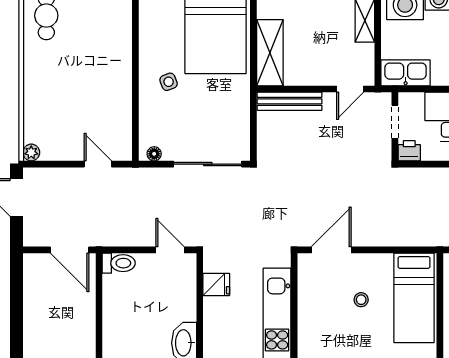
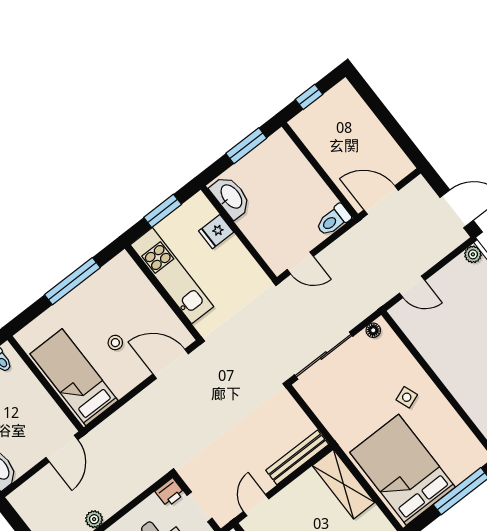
door: (331, 250) -> (171, 364), swing flipped
fridge: (216, 284) -> (216, 232), moved

